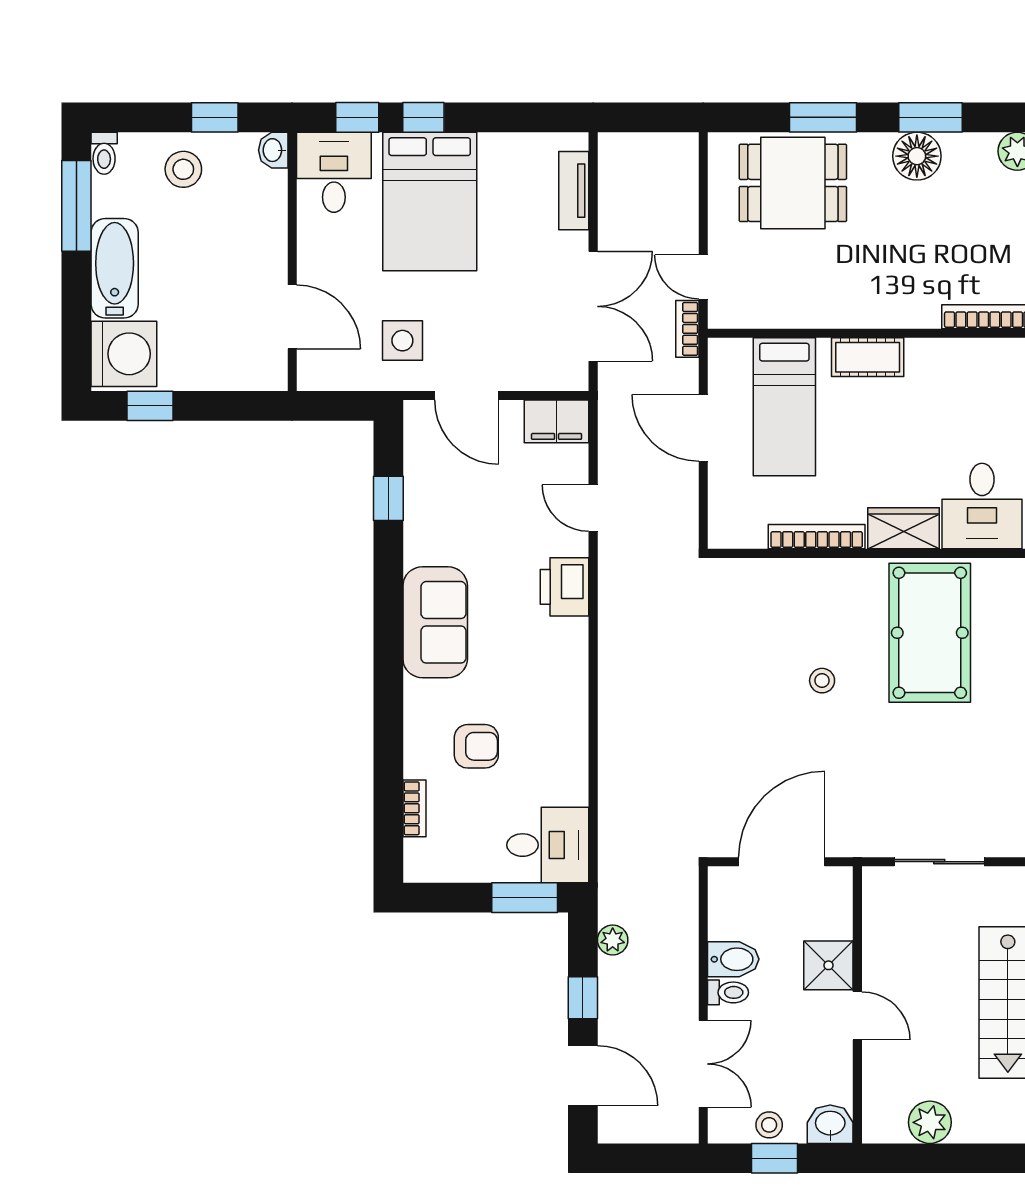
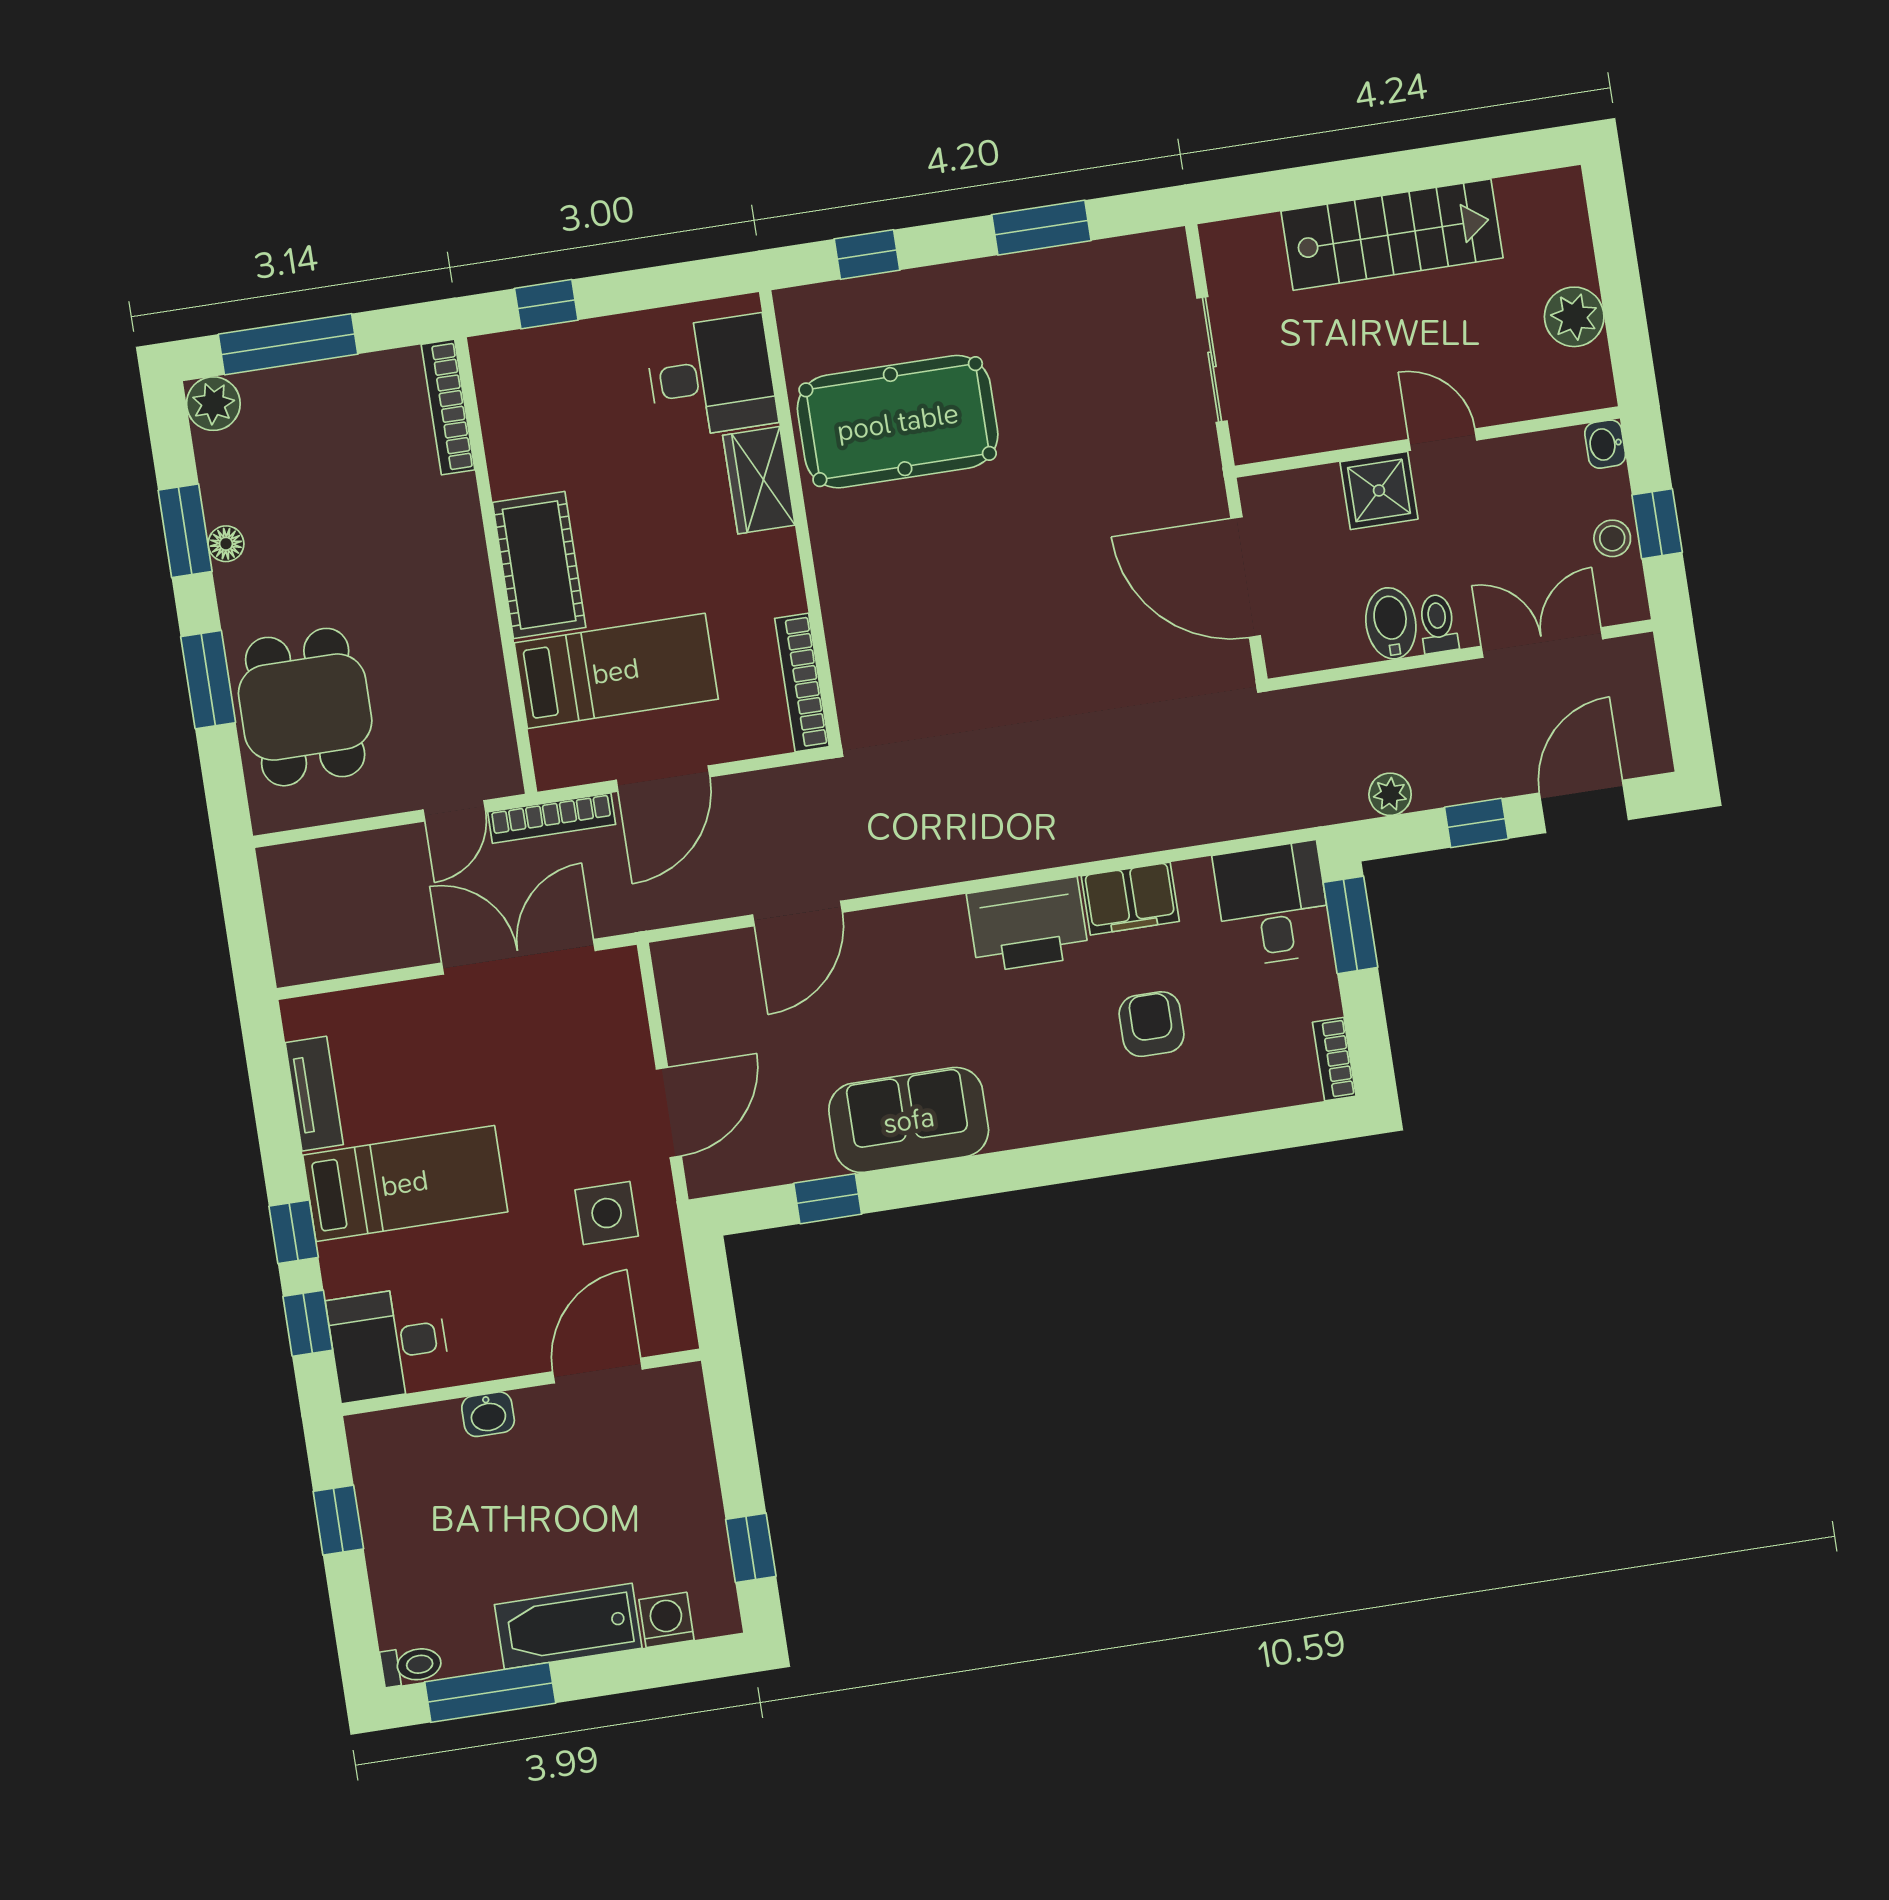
washbasin: (273, 150) -> (488, 1414), moved
floor lamp: (917, 156) -> (226, 544), width x0.53, depth x0.53
stool: (183, 169) -> (417, 1552), removed
tv unit: (574, 191) -> (314, 1094), moved, turned -90
bed: (430, 202) -> (405, 1183), width x0.67
bookcase: (687, 329) -> (552, 818), width x1.56
washing machine: (124, 354) -> (667, 1620), width x0.53, depth x0.53
cot: (868, 357) -> (539, 565), width x1.37, depth x1.34
filing cabinet: (557, 421) -> (1130, 899), moved, turned 90
door: (593, 508) -> (797, 914), width x1.38
bookcase: (817, 537) -> (802, 682), moved
printer: (565, 587) -> (1028, 925), moved, width x1.37, depth x1.19
sofa: (435, 622) -> (909, 1120), moved
stool: (822, 681) -> (987, 560), removed
bookcase: (414, 808) -> (1334, 1059), moved, turned -90
door: (857, 1016) -> (1443, 440), hinge flipped
washbasin: (830, 1124) -> (1605, 444), width x0.72, depth x0.69

